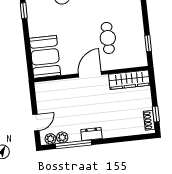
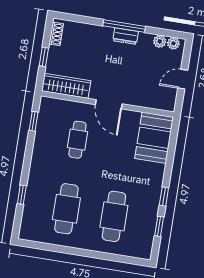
door: (90, 74) -> (109, 104), hinge flipped
window: (156, 114) -> (44, 57), moved
door: (36, 123) -> (183, 79), moved
window: (73, 144) -> (124, 26), moved

